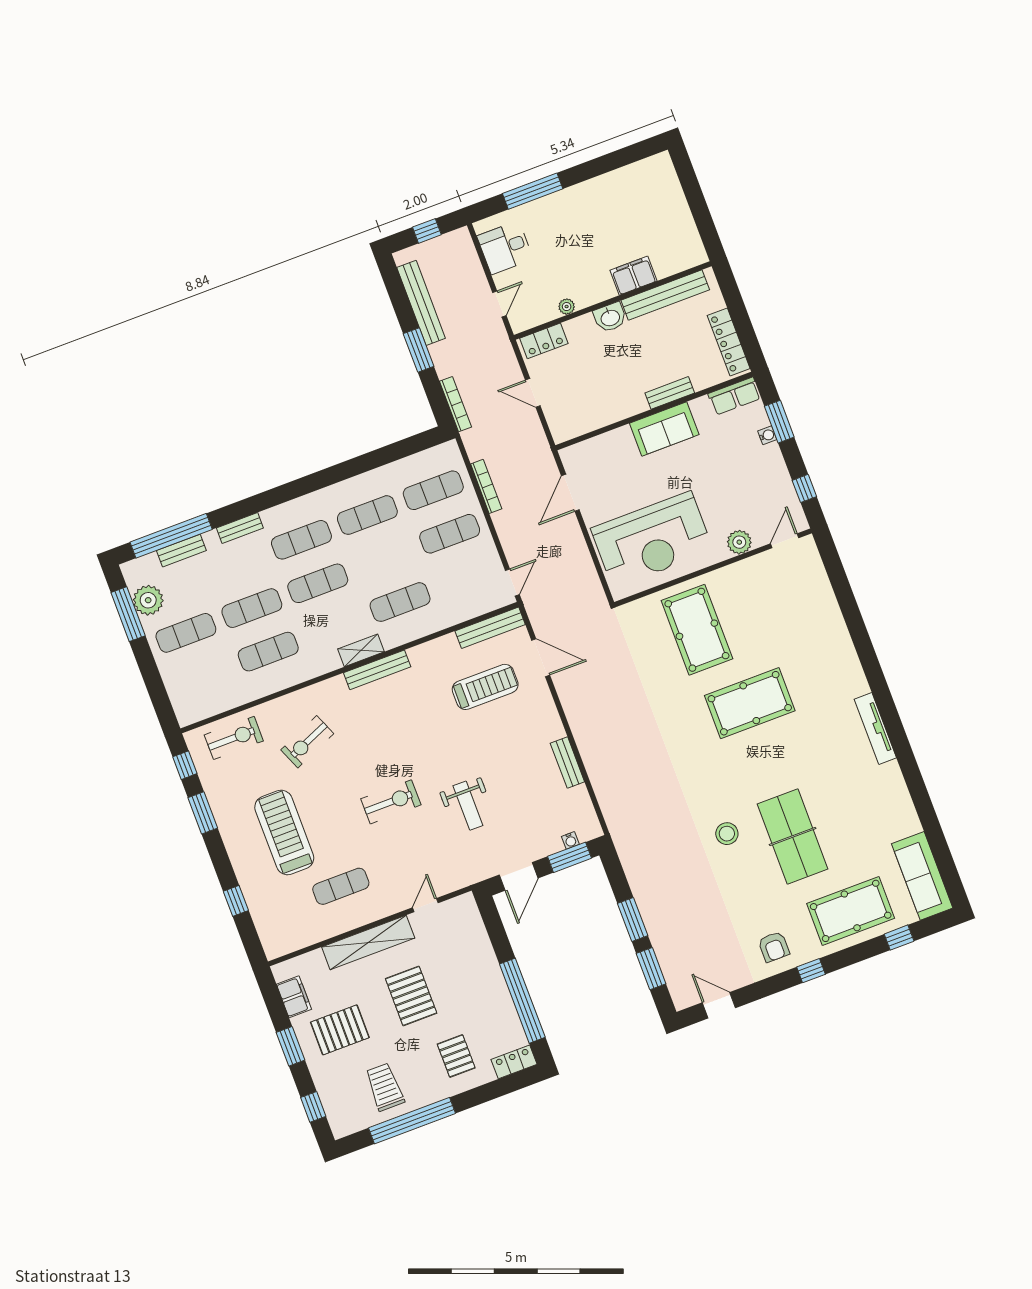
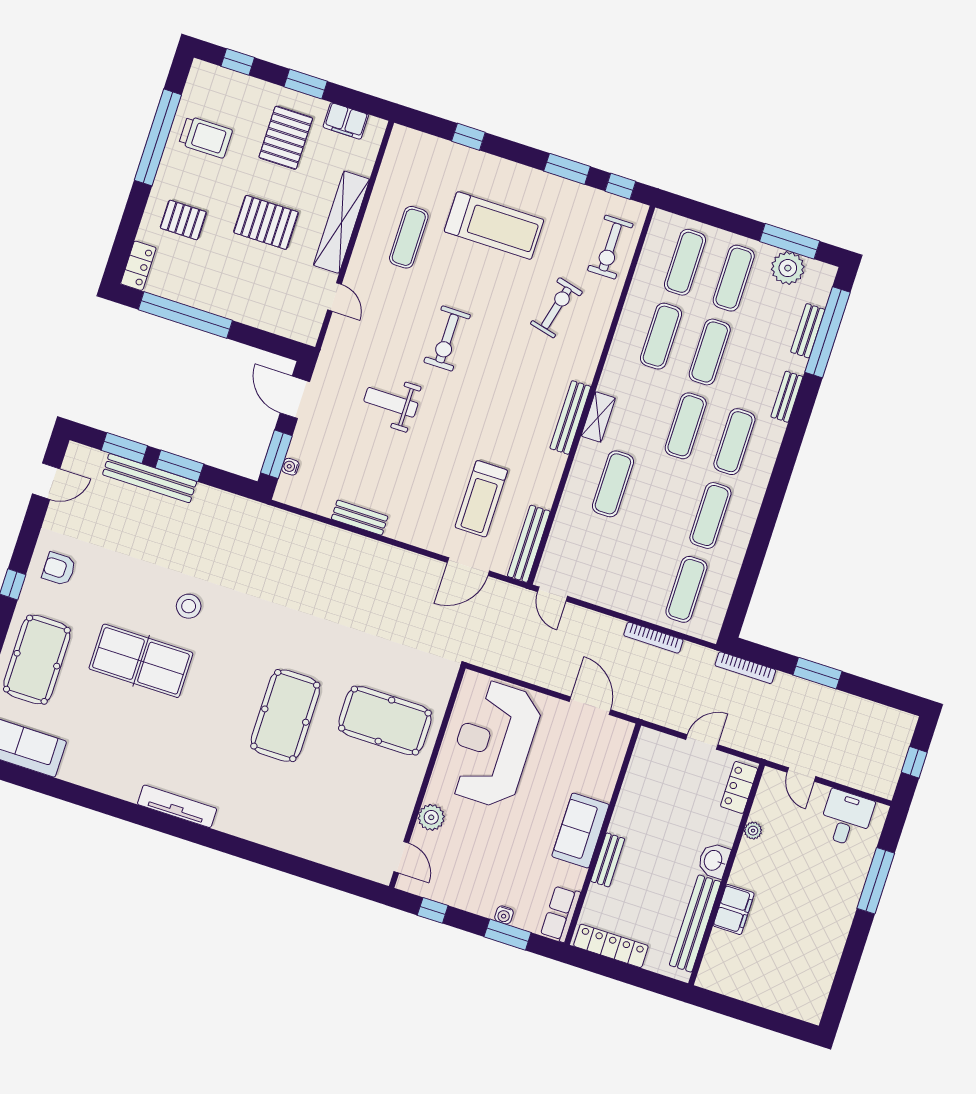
bench: (421, 303) -> (150, 478), moved
exercise mat: (450, 534) -> (685, 262), moved
exercise bike: (307, 742) -> (556, 308), turned 37

